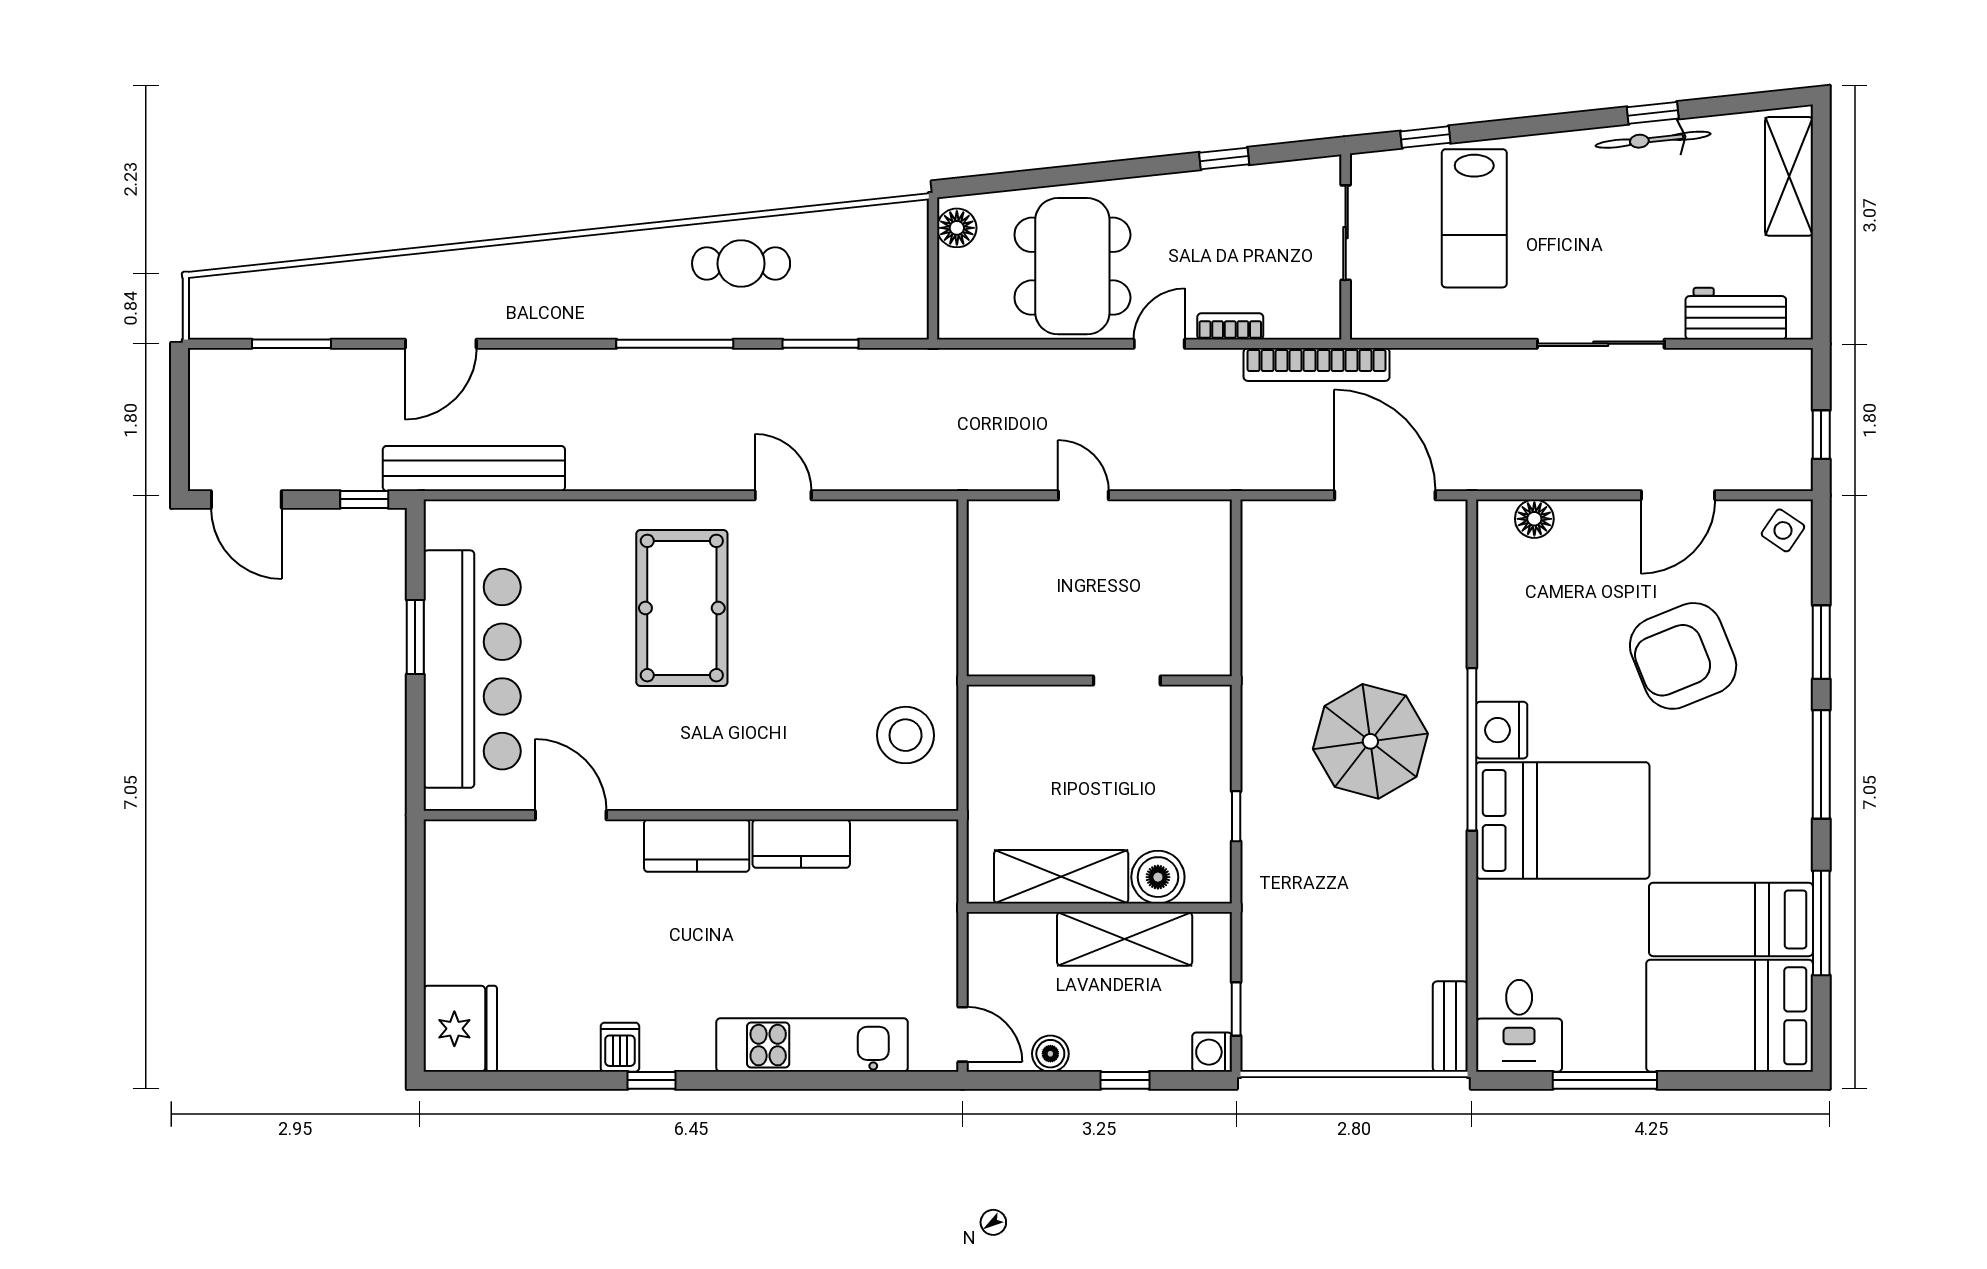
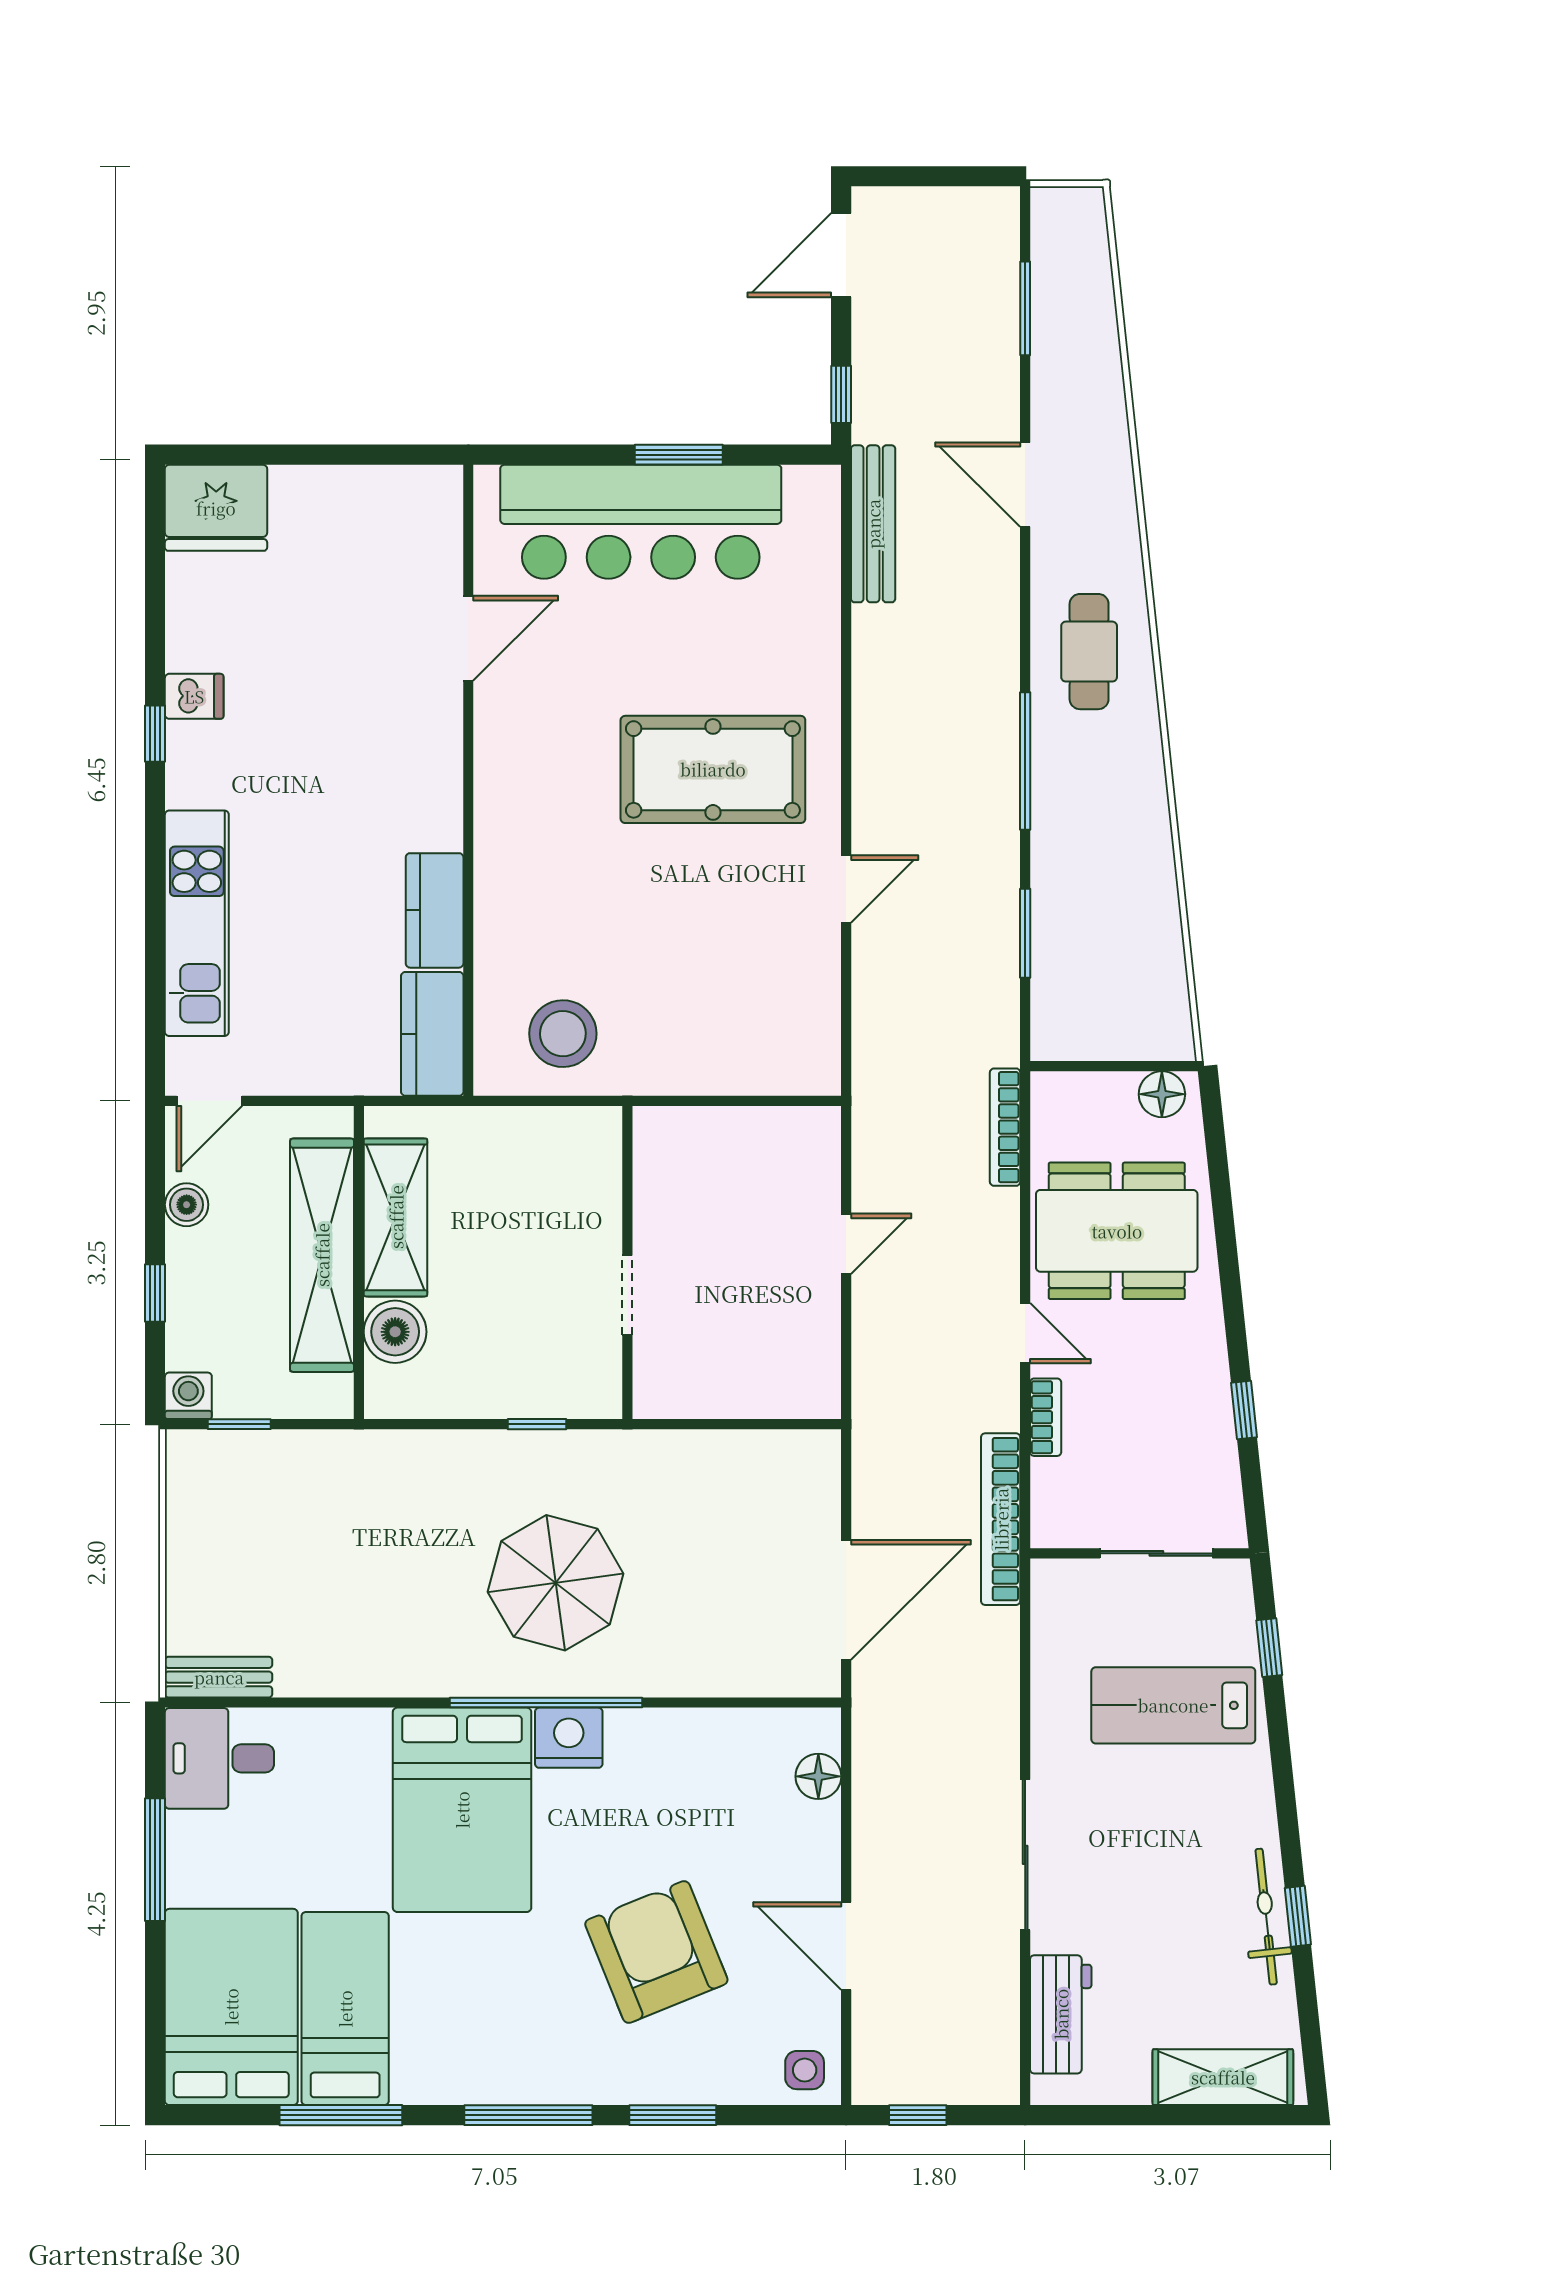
cafe table: (741, 263) -> (1089, 652), moved
bookcase: (985, 361) -> (1005, 1127), added
bench: (474, 468) -> (873, 524), width x0.73, depth x0.82
side table: (1783, 530) -> (805, 2070), turned -34
window: (1236, 816) -> (537, 1424), moved
kitchen counter: (697, 846) -> (432, 1034), moved
shelving: (1125, 939) -> (322, 1255), width x1.47

